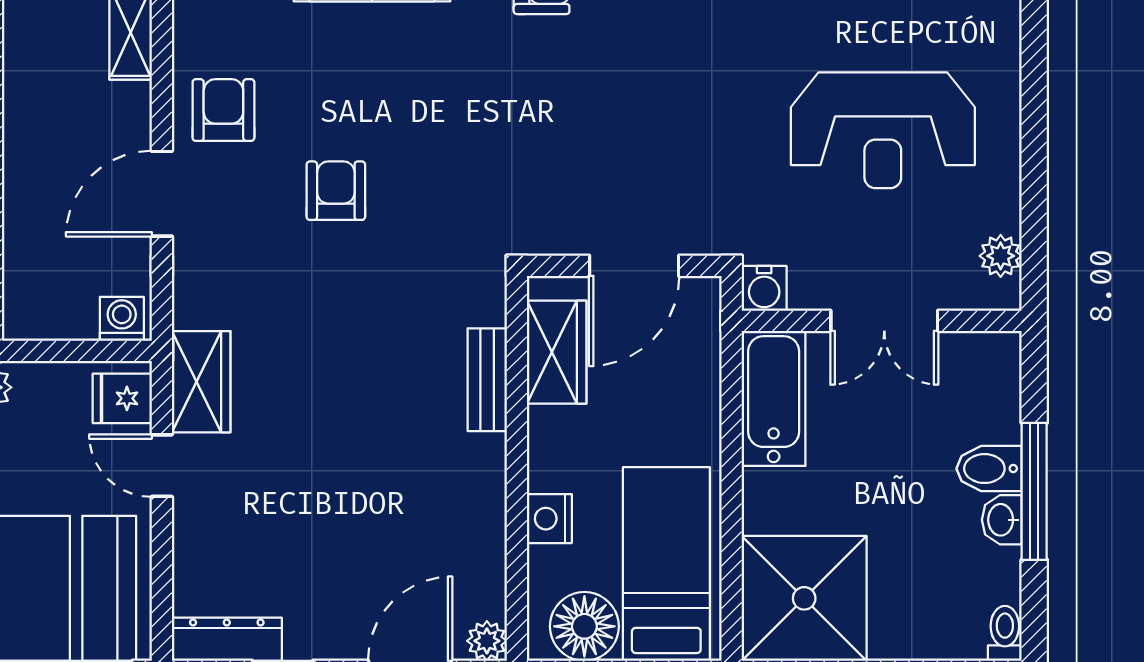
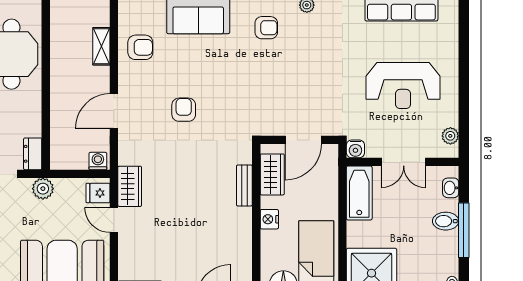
armchair: (223, 110) -> (140, 47), moved, turned 90
nightstand: (549, 519) -> (269, 219), moved
washbasin: (1002, 520) -> (451, 188), moved

